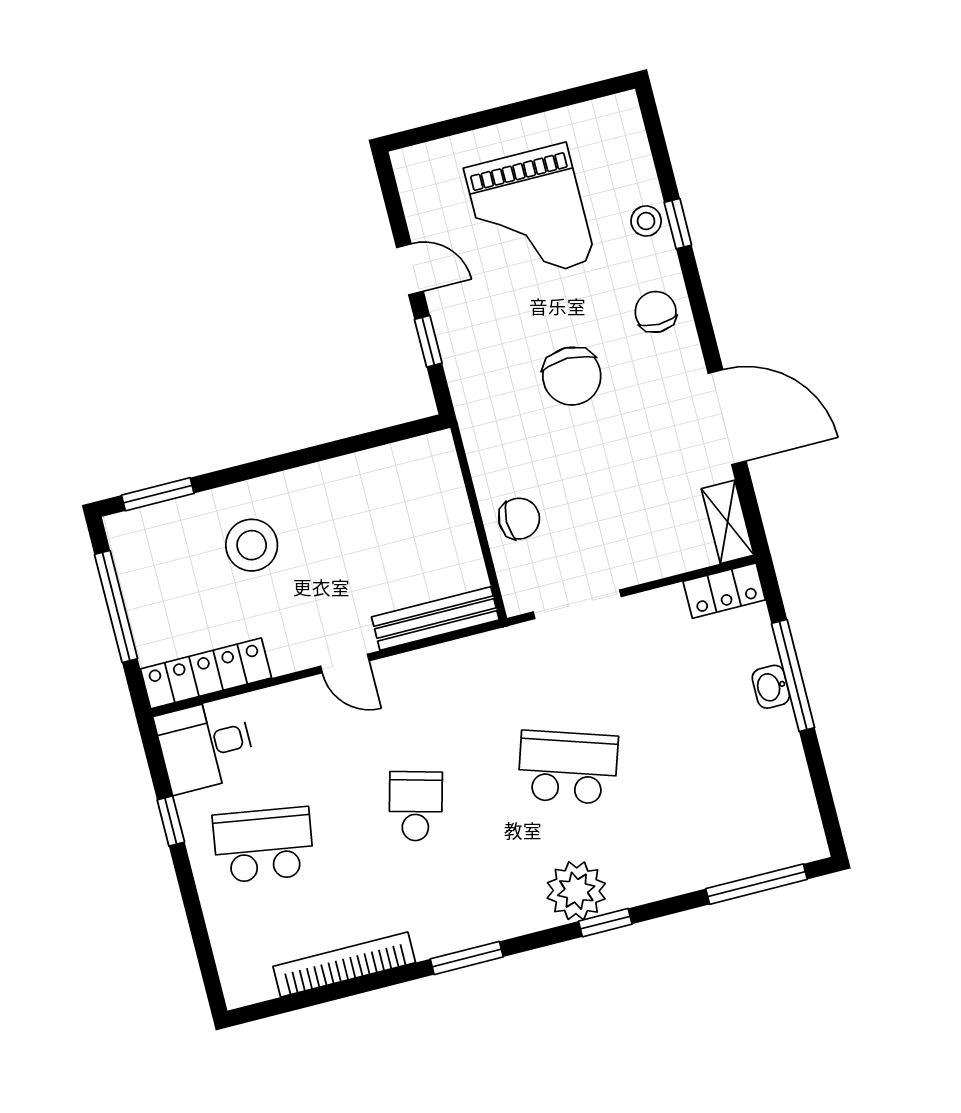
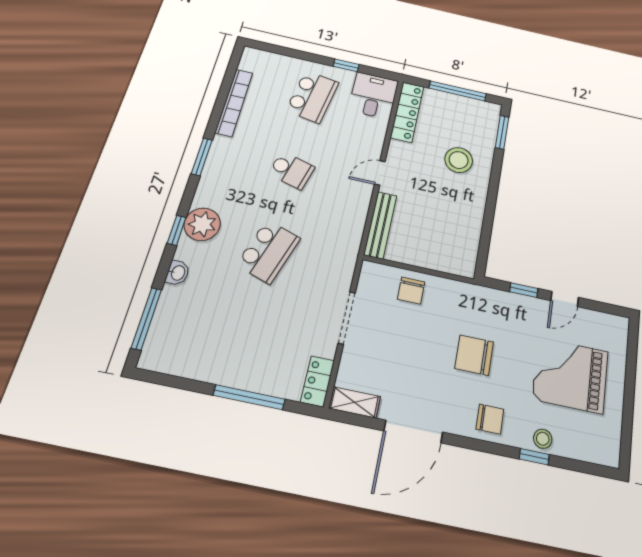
doorway: (577, 604) -> (347, 318), moved
washbasin: (771, 687) -> (178, 273), moved, turned 90

